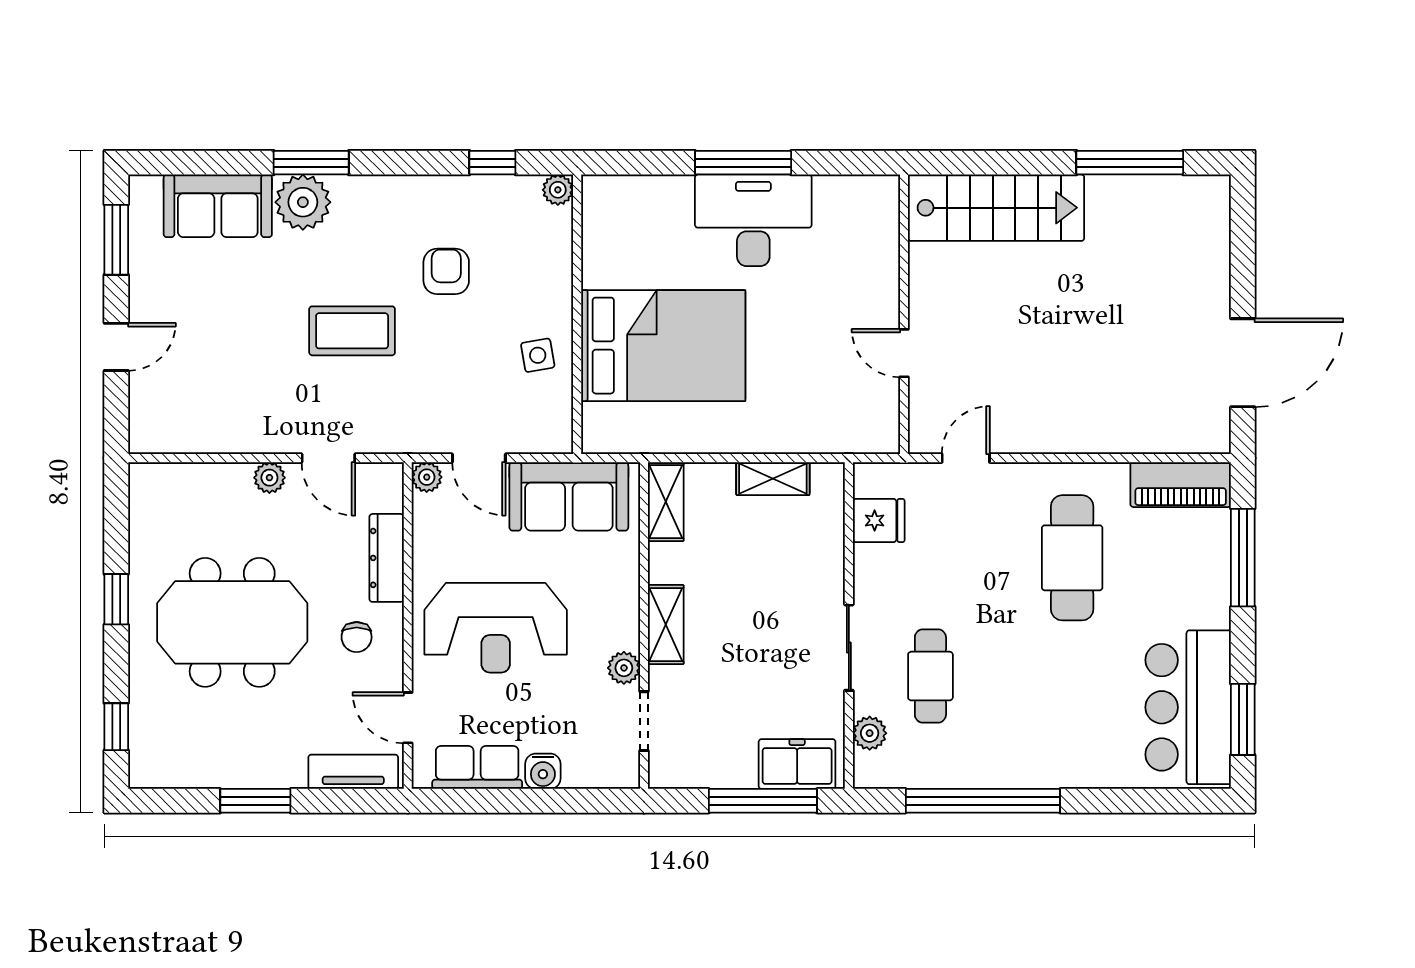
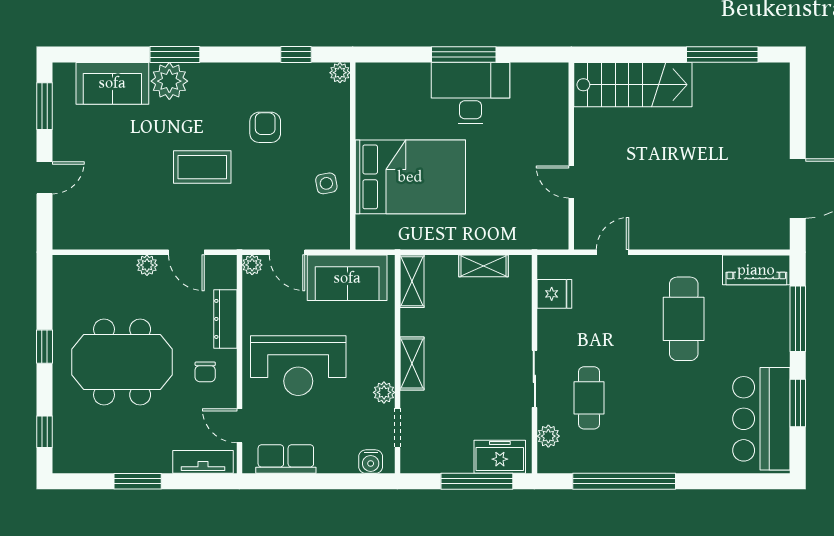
window: (1243, 719) -> (798, 403), moved
water cooler: (543, 771) -> (371, 462), moved

